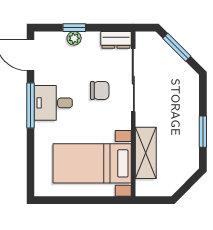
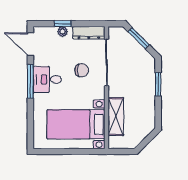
dresser: (116, 40) -> (89, 33), width x1.44
window: (203, 132) -> (158, 84), moved

